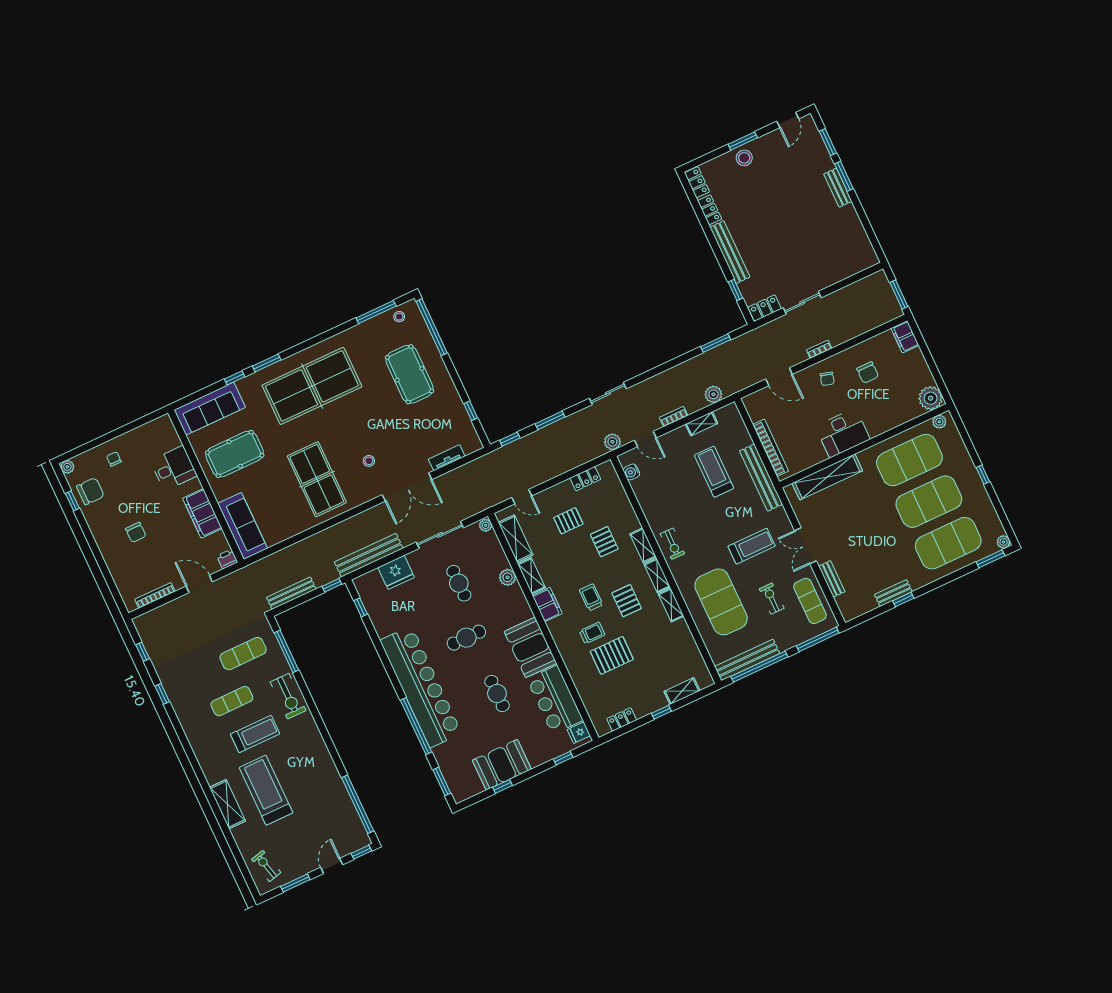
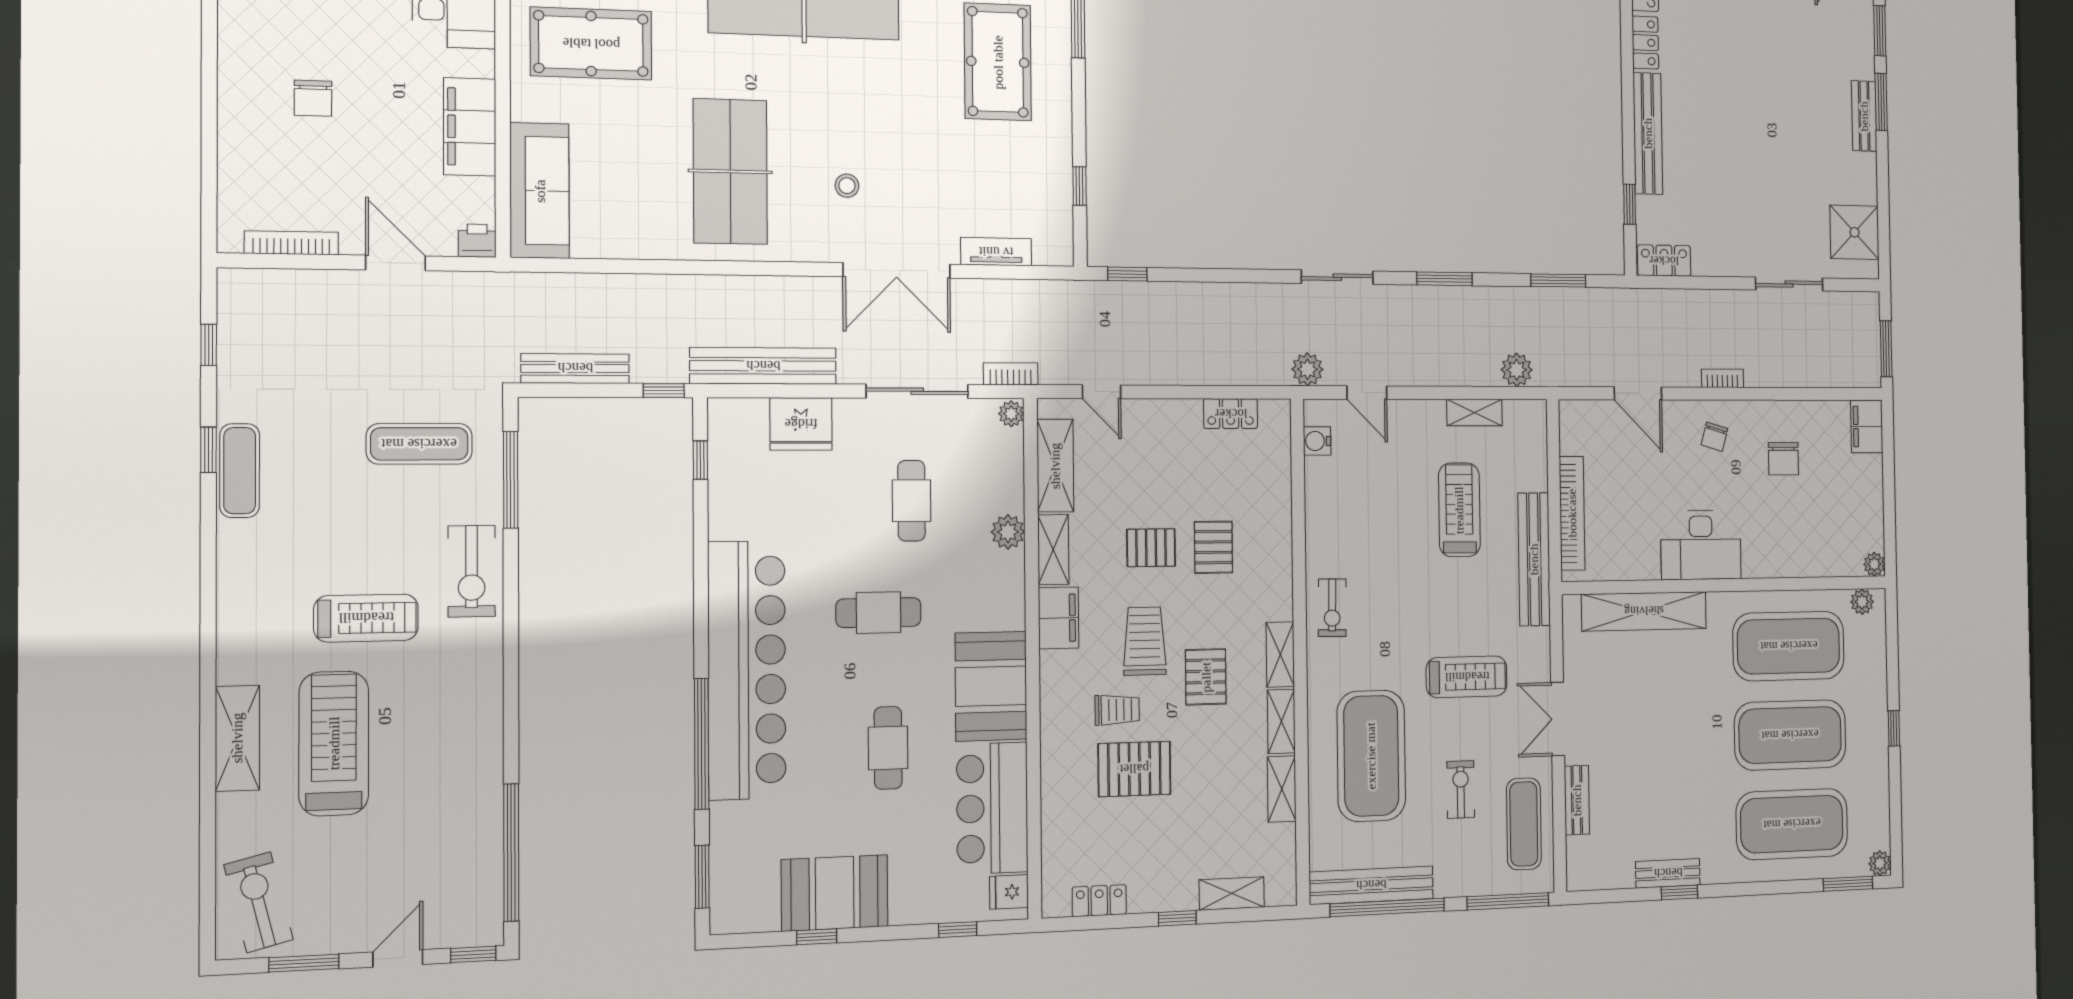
shower: (857, 246) -> (1855, 232), added
sliding door: (802, 303) -> (1789, 284), moved
plant: (931, 398) -> (1874, 564), width x0.53, depth x0.53
bookcase: (674, 417) -> (1011, 374), moved
window: (550, 420) -> (1445, 279), moved
pallet: (568, 521) -> (1151, 548), moved
shelving: (643, 545) -> (1282, 789), moved
trolley: (591, 597) -> (1145, 641), width x1.36, depth x1.39
exercise mat: (232, 701) -> (240, 471), moved, turned 90
exercise bike: (266, 866) -> (259, 902), width x1.38, depth x1.39

